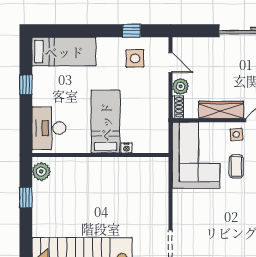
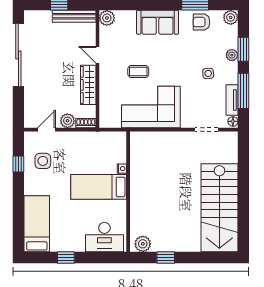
side table: (236, 134) -> (208, 73), moved
corner sofa: (196, 155) -> (151, 107), moved

